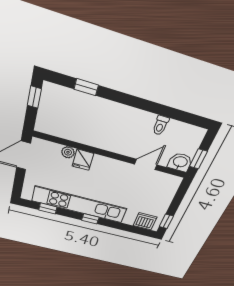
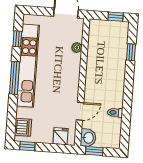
fridge: (83, 160) -> (61, 136), moved, turned 90
door: (146, 164) -> (80, 111), hinge flipped
window: (90, 219) -> (14, 78), width x2.17

